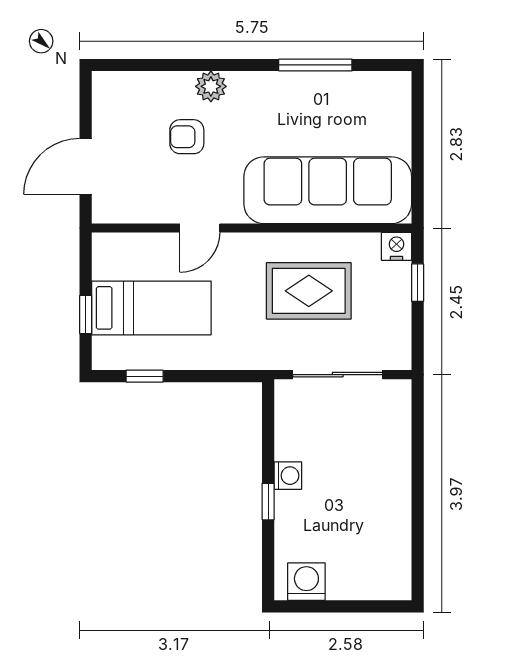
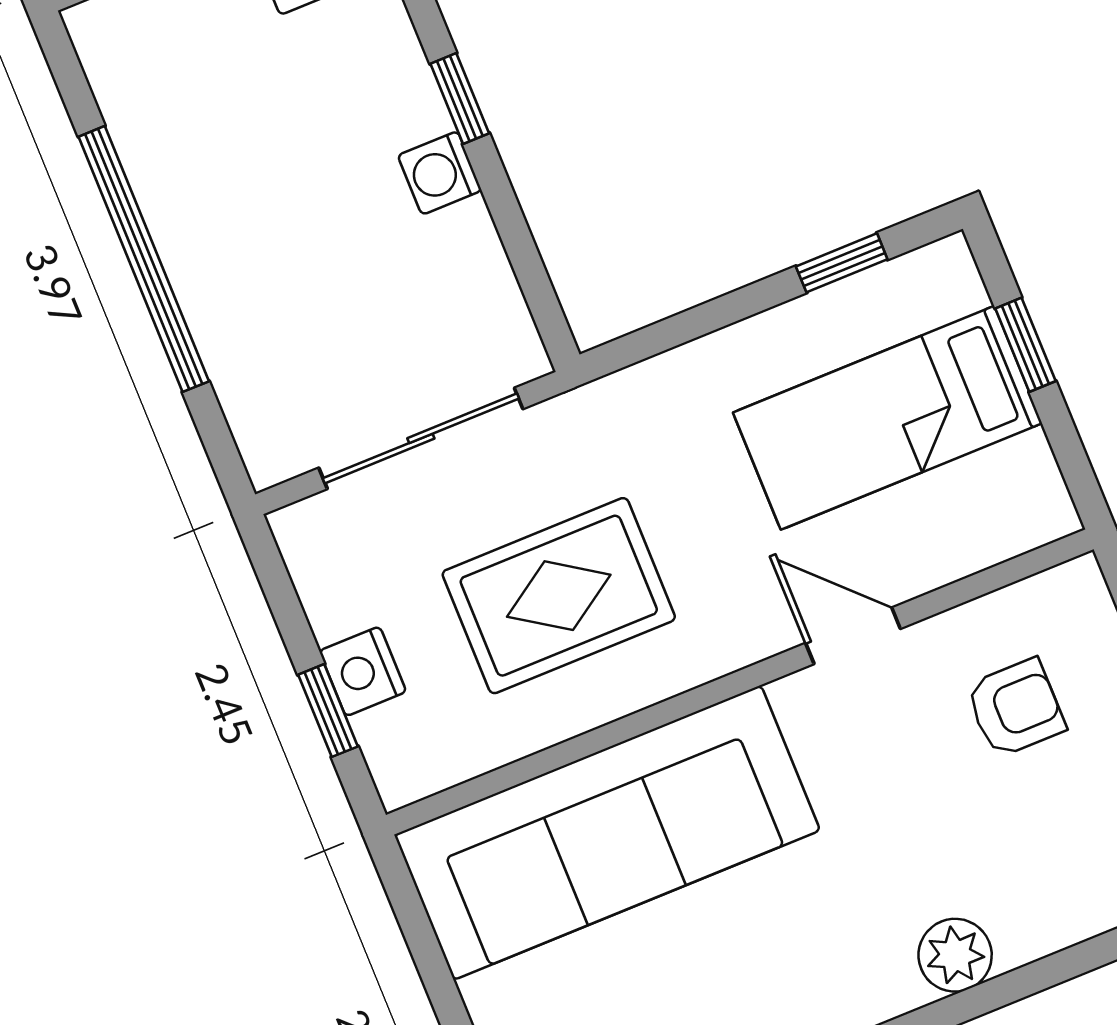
armchair: (187, 137) -> (1015, 708), moved
door: (200, 228) -> (853, 636), hinge flipped
nightstand: (397, 246) -> (363, 671), moved, turned 90
window: (418, 489) -> (144, 259), added

